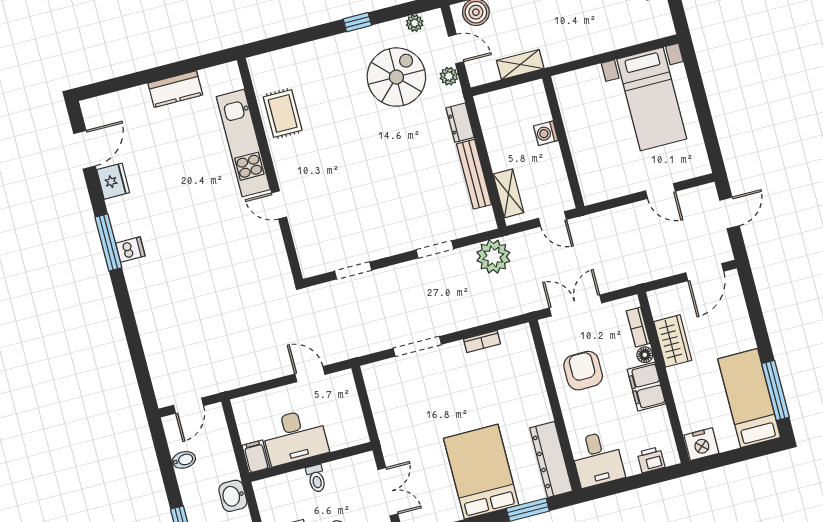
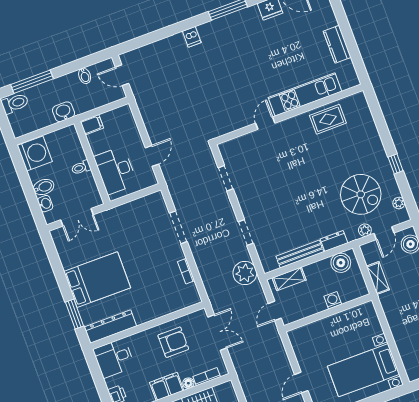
boiler: (493, 116) -> (341, 263), added
dishwasher: (130, 250) -> (192, 37), moved
desk: (295, 437) -> (116, 170), moved

